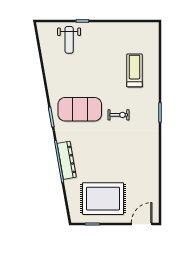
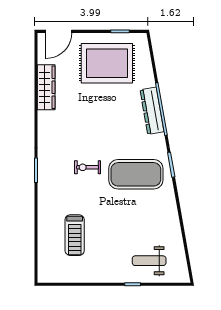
weight bench: (69, 40) -> (149, 261), turned -90
treadmill: (134, 70) -> (75, 235), moved
wardrobe: (152, 179) -> (46, 87), added

